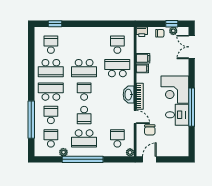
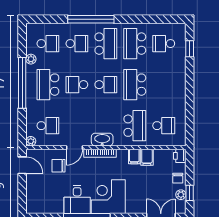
school desk: (51, 45) -> (164, 44), turned 180
window: (31, 120) -> (91, 19), moved

